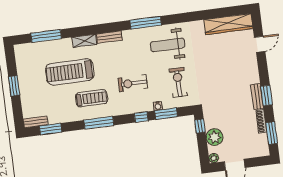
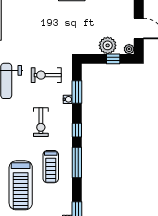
treadmill: (92, 98) -> (51, 167), turned 180
window: (141, 117) -> (77, 130), moved
window: (200, 126) -> (113, 59), moved

